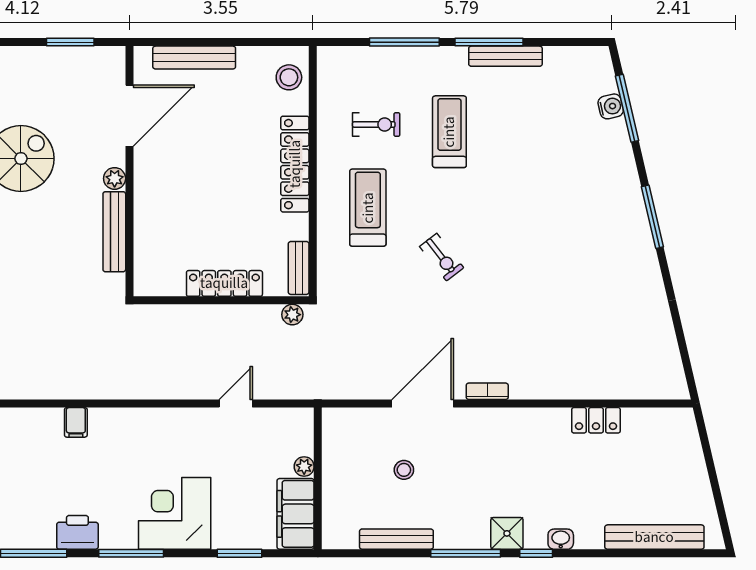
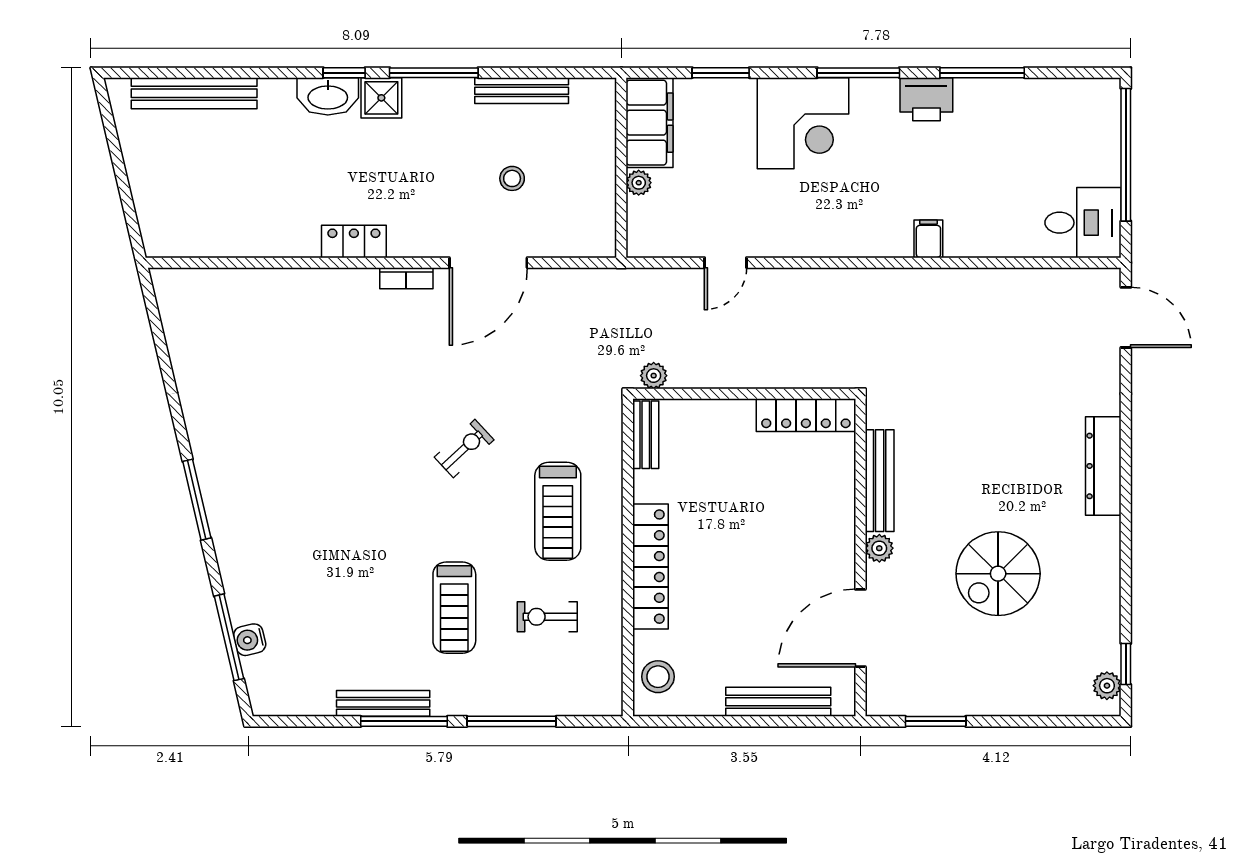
exercise bike: (442, 257) -> (464, 448), turned 85
locker: (224, 283) -> (806, 415), moved
locker: (596, 420) -> (354, 241), moved
washbasin: (561, 539) -> (328, 96), width x1.91, depth x1.45

